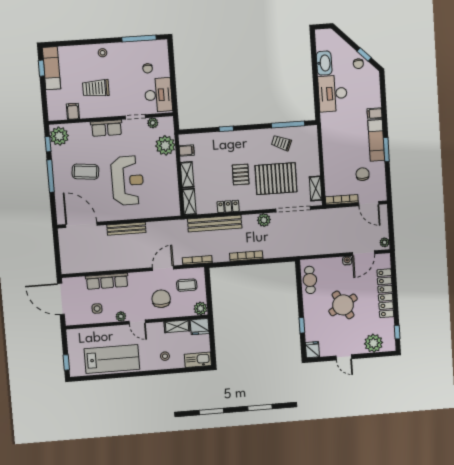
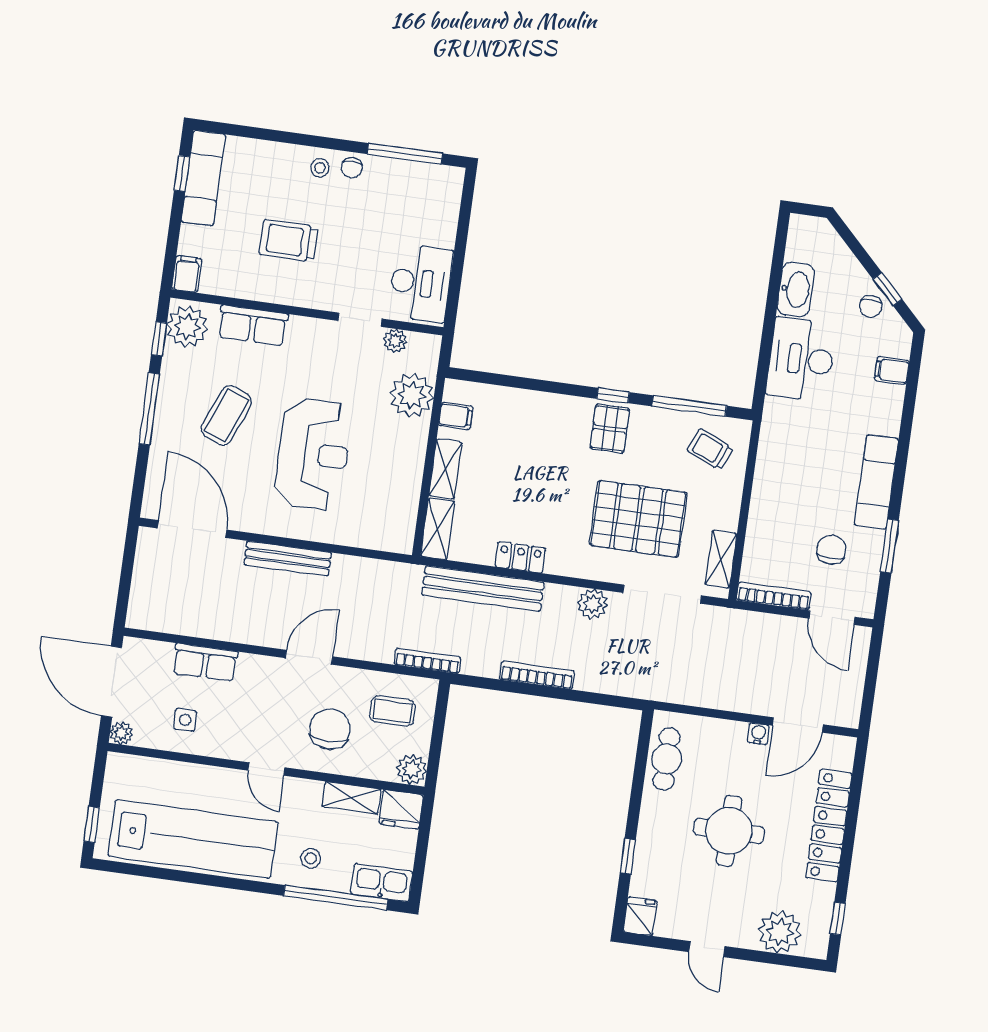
chair: (148, 68) -> (352, 168), moved
filing cabinet: (73, 111) -> (187, 274), moved
filing cabinet: (375, 114) -> (892, 370), moved
row of seats: (106, 128) -> (253, 325), moved
window: (226, 129) -> (613, 395), moved
trolley: (281, 143) -> (710, 449), moved
window: (386, 150) -> (889, 546), moved
coffee table: (85, 172) -> (226, 415), turned -74
pallet: (241, 175) -> (610, 429), moved
plant: (385, 242) -> (850, 711), removed
door: (163, 268) -> (309, 657), moved
row of seats: (107, 281) -> (205, 662), width x0.68
round table: (343, 305) -> (729, 831), turned 30
plant: (121, 316) -> (121, 733), moved
lab bench: (112, 359) -> (193, 839), width x1.36
window: (180, 371) -> (336, 898), added

